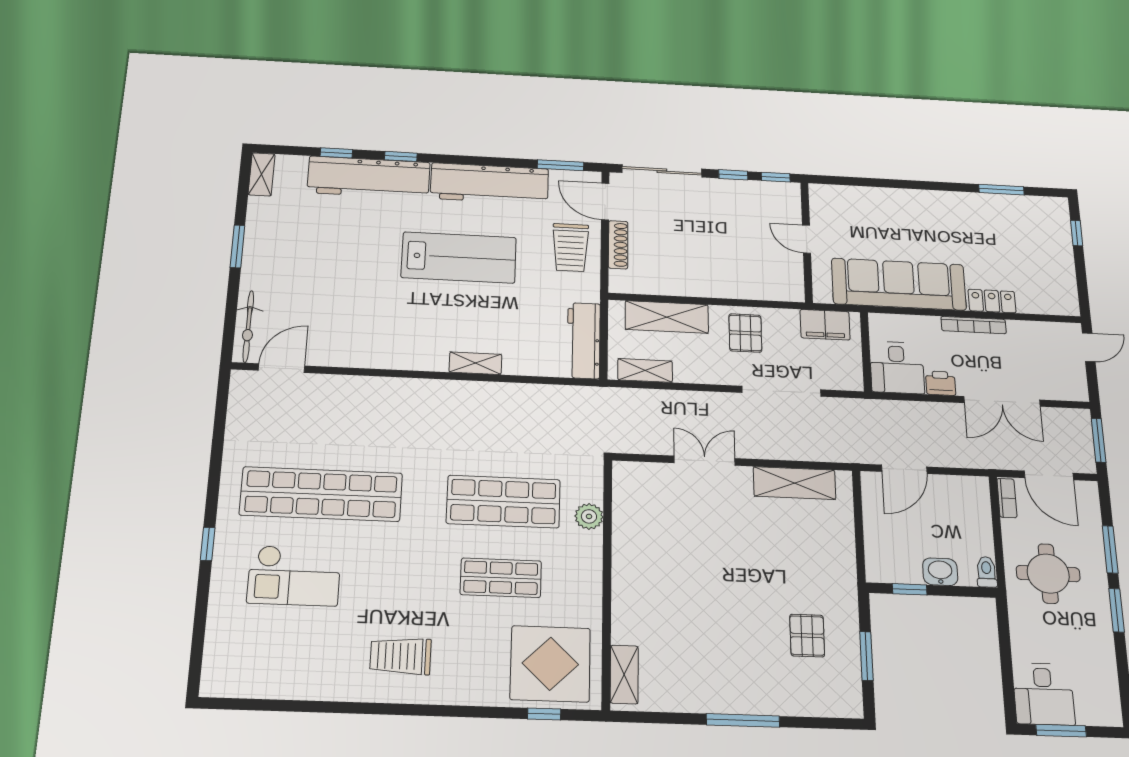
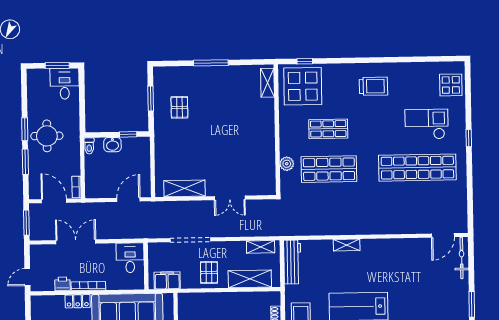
printer: (941, 383) -> (62, 284), moved, turned 180
round table: (1048, 574) -> (47, 136), moved
display table: (234, 650) -> (451, 85), added

